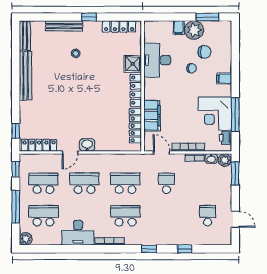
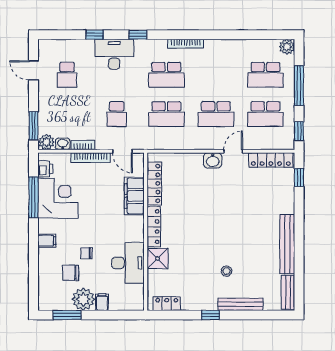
locker: (119, 26) -> (167, 304), width x0.66
desk: (78, 233) -> (114, 54), moved

